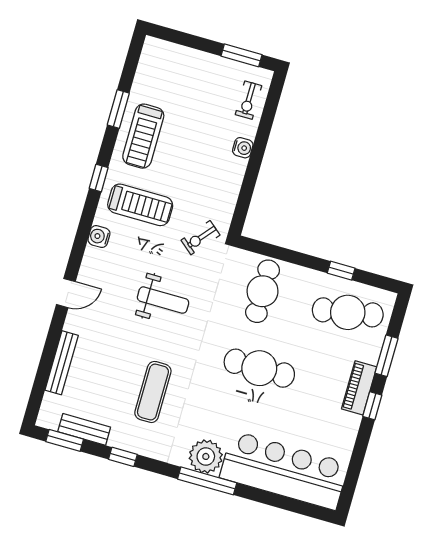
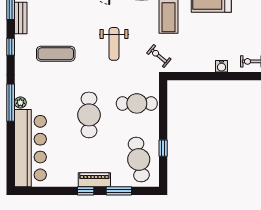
plant: (206, 456) -> (20, 103), width x0.53, depth x0.53

